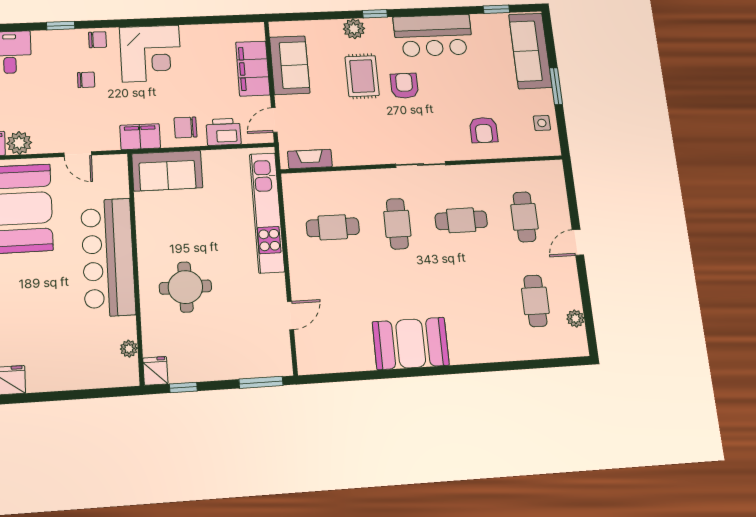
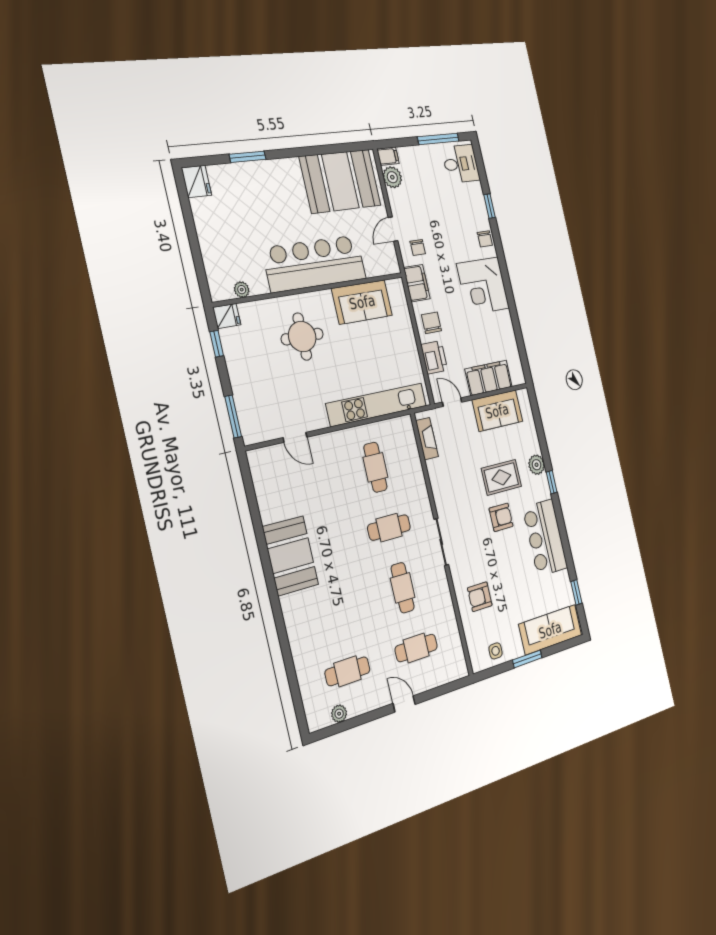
chair: (86, 80) -> (418, 247), moved
sofa: (167, 171) -> (362, 302), moved, turned -90

